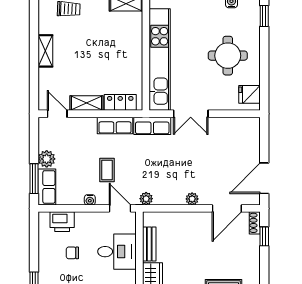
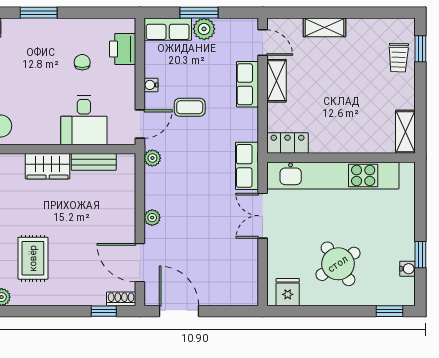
shelving: (45, 51) -> (324, 27), moved
round table: (228, 56) -> (338, 264), turned -34
locker: (120, 102) -> (287, 143), moved, turned -90
door: (57, 114) -> (263, 43), hinge flipped
row of seats: (115, 125) -> (247, 84), moved
window: (34, 179) -> (199, 13), moved

